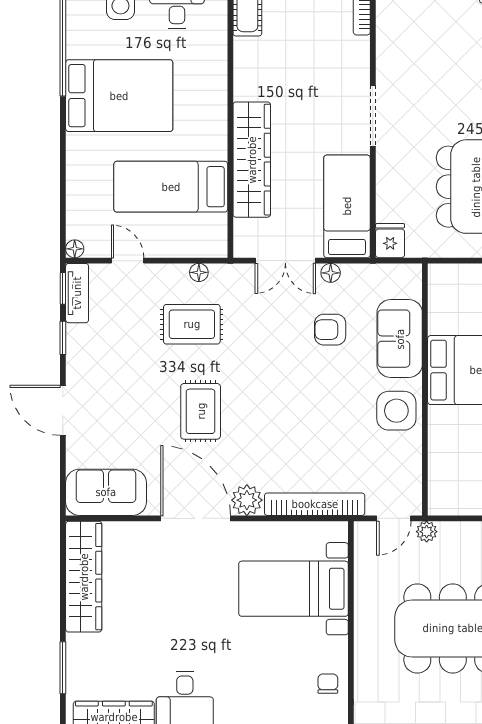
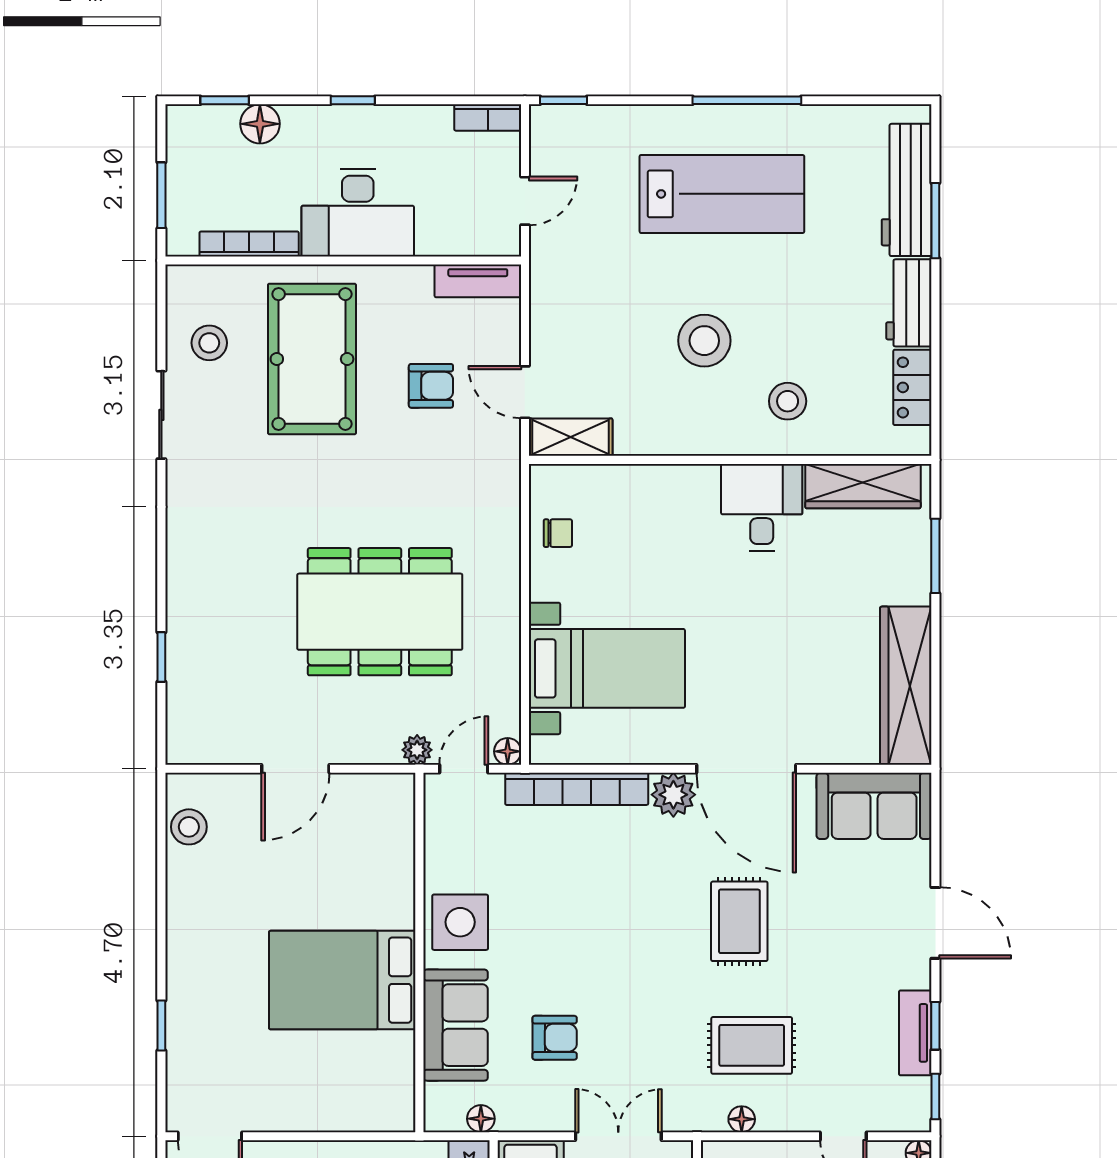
floor lamp: (331, 273) -> (481, 1119), moved
tv unit: (77, 293) -> (915, 1033), moved
floor lamp: (363, 531) -> (508, 751), added
chair: (328, 684) -> (558, 533), turned -90

